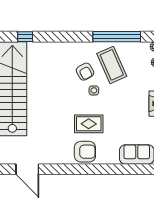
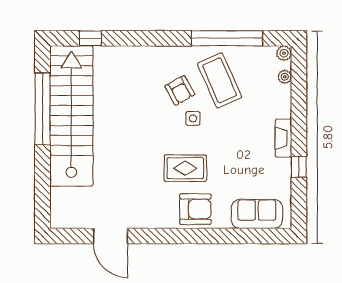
armchair: (85, 152) -> (195, 209), moved
door: (27, 169) -> (111, 236), moved

